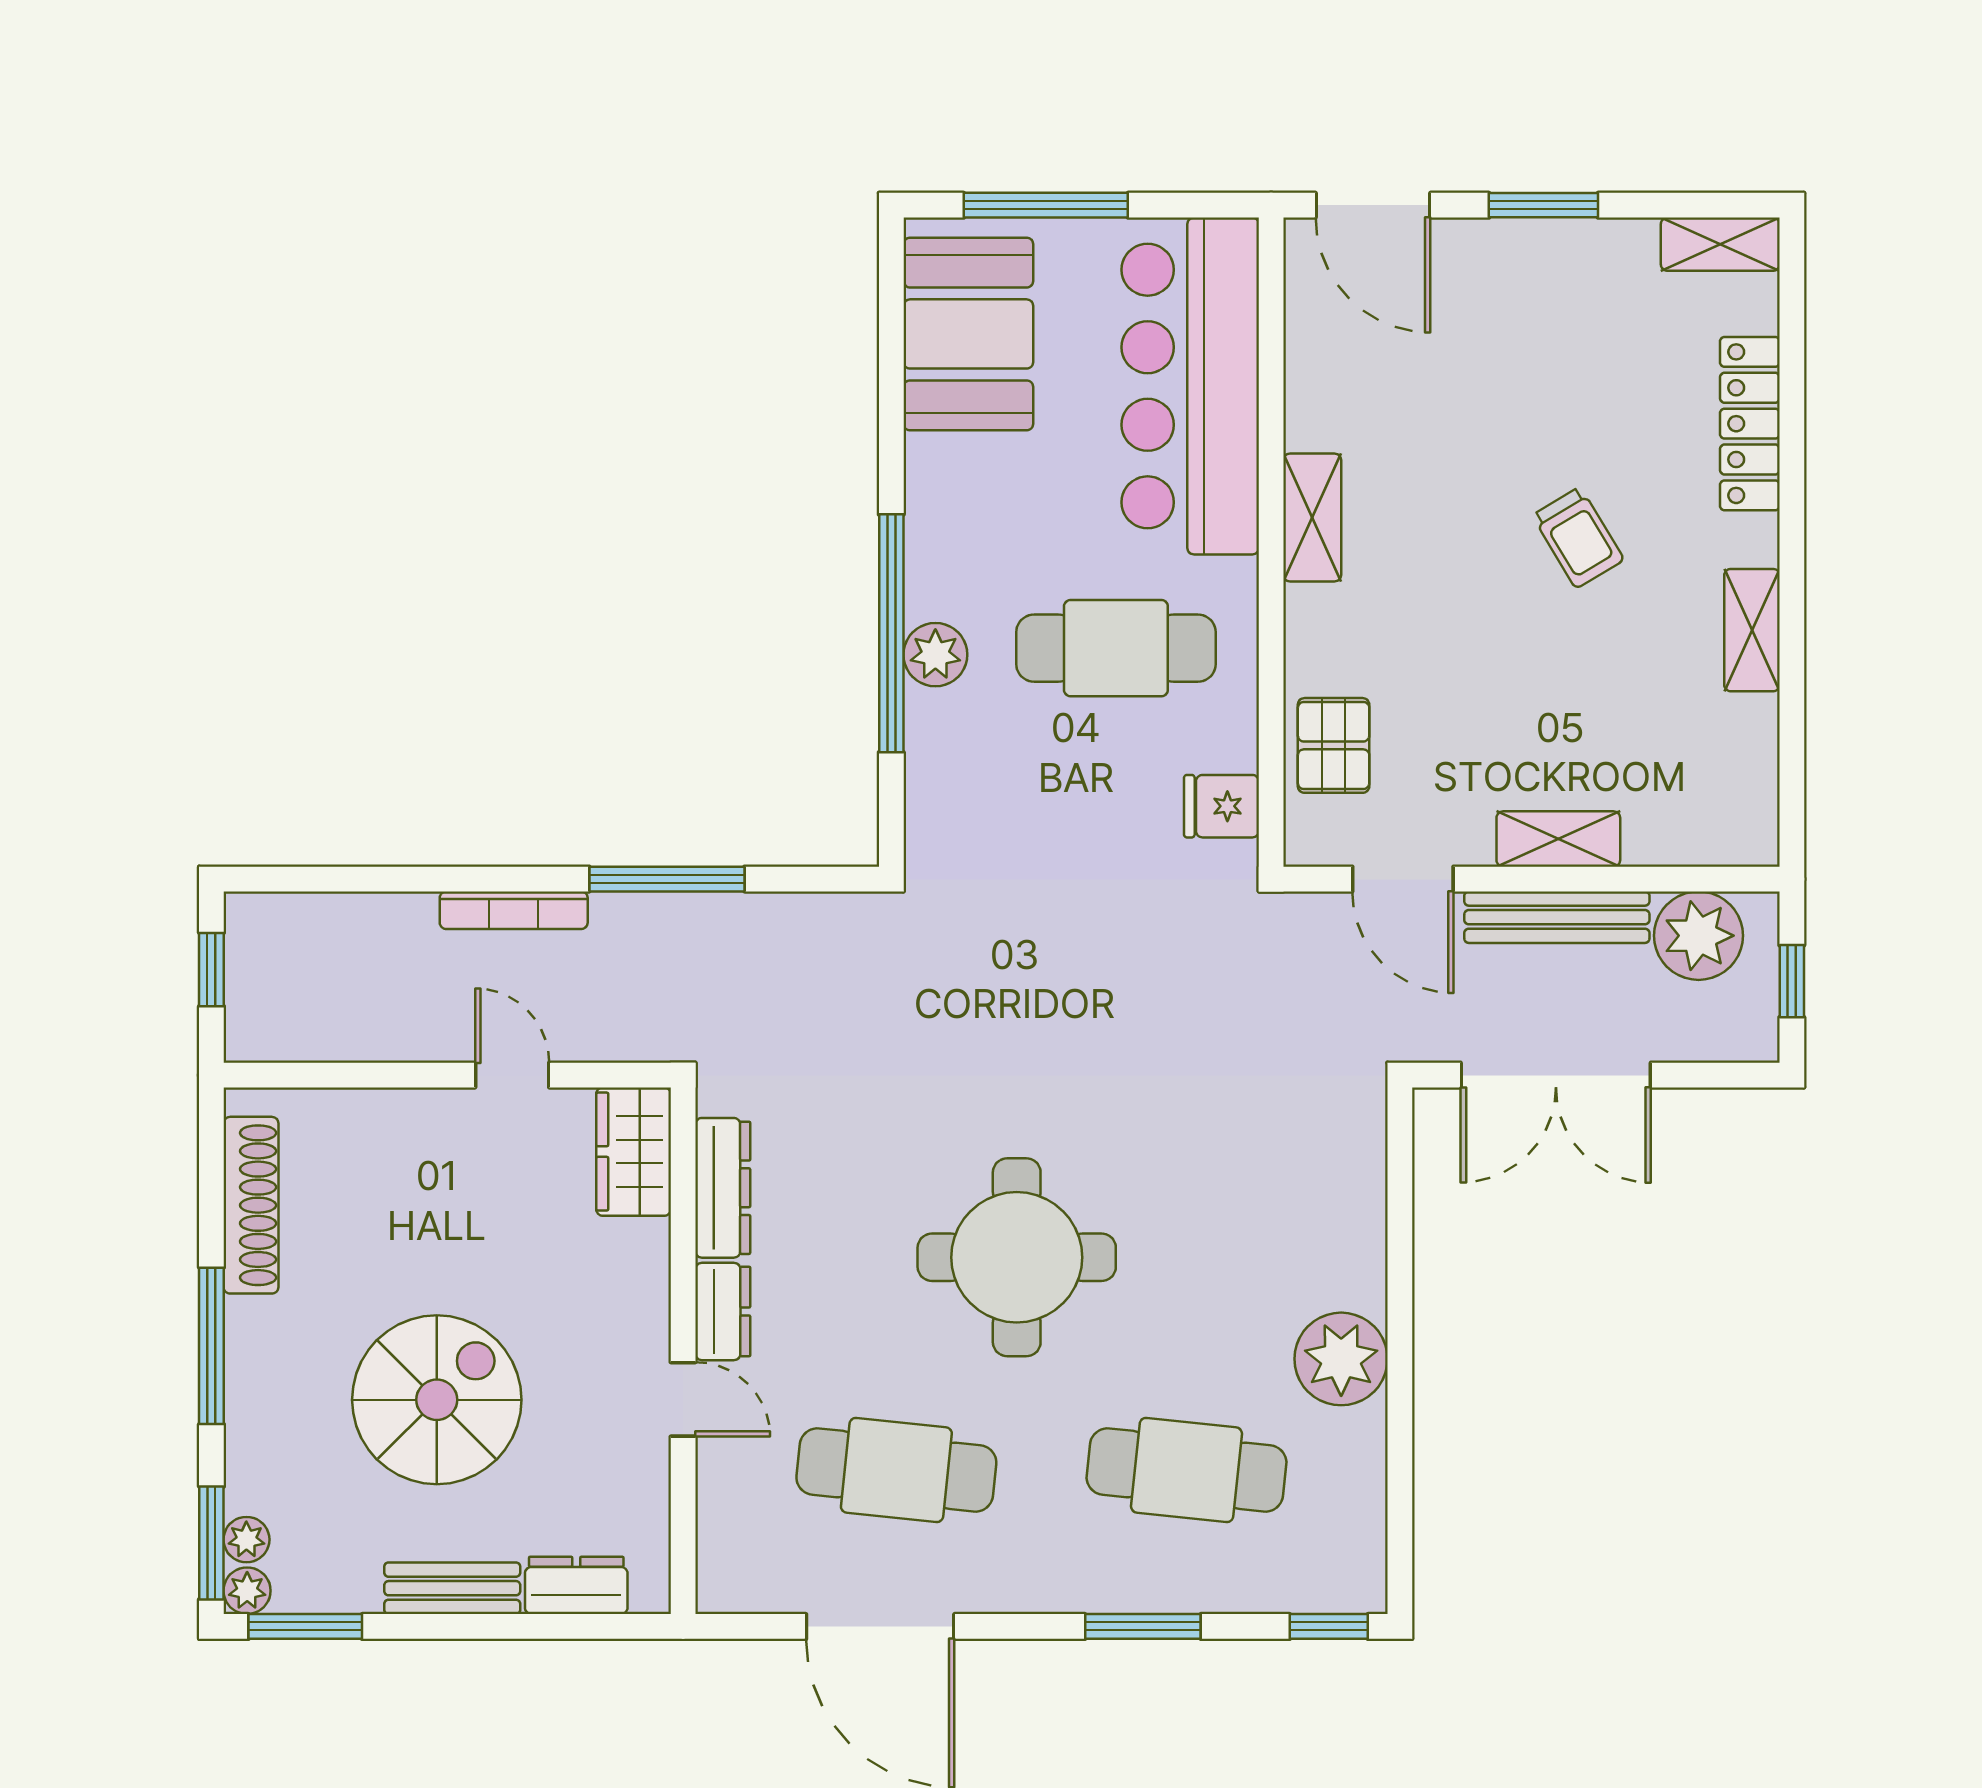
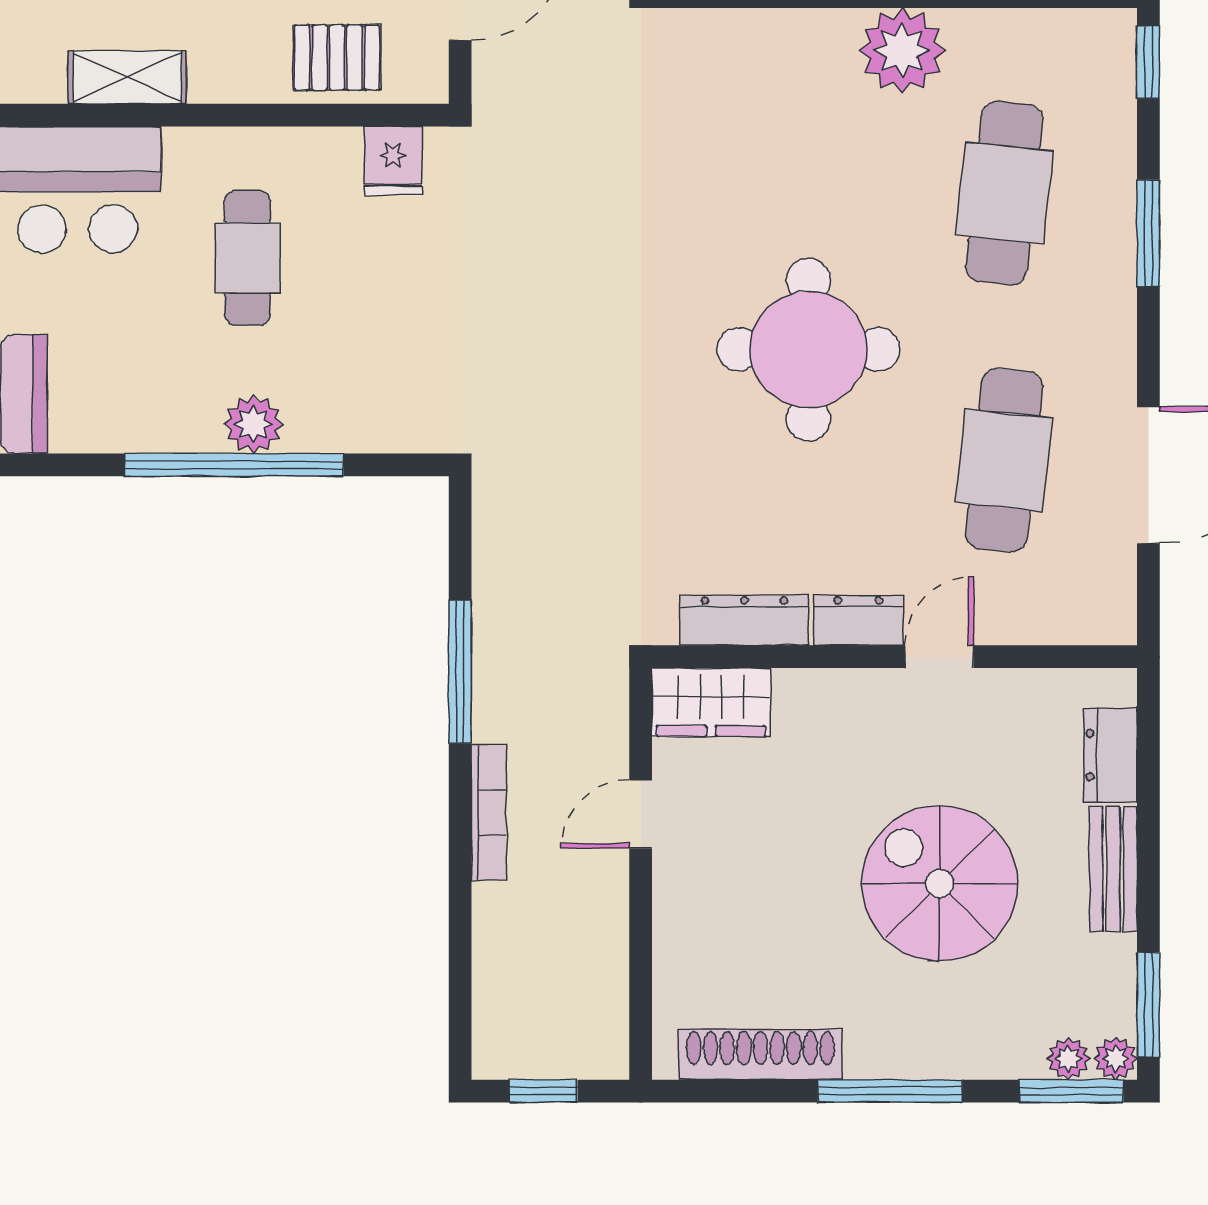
cafe table: (1116, 648) -> (247, 258), width x0.73, depth x0.74

